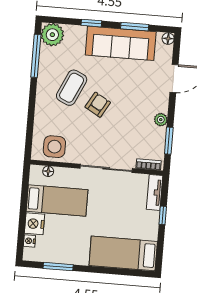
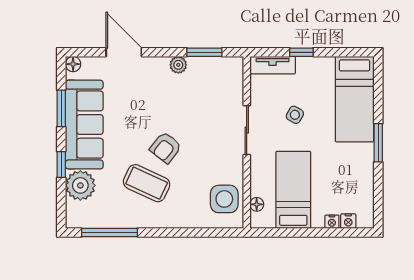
plant: (52, 35) -> (80, 185), moved
armchair: (98, 105) -> (166, 148), turned -82
bookcase: (149, 164) -> (237, 76), removed
sliding door: (106, 168) -> (247, 130), width x0.73
side table: (115, 206) -> (295, 115), added
nightstand: (35, 224) -> (332, 222), width x0.53, depth x0.56
window: (58, 267) -> (378, 143), moved

